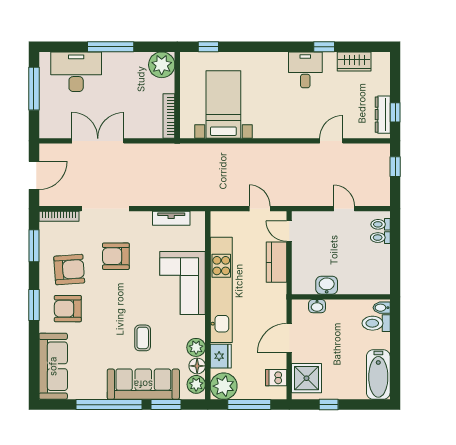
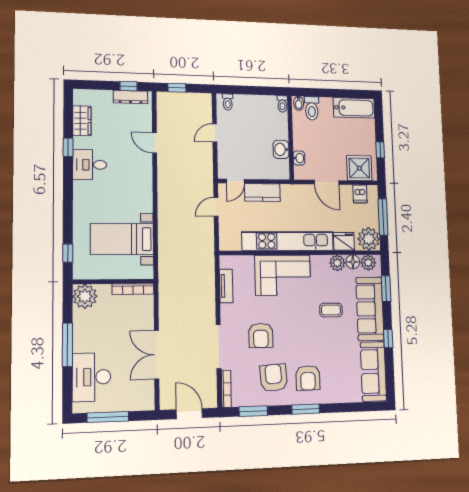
toilet: (380, 238) -> (282, 104), moved
sofa: (53, 366) -> (373, 371), moved, turned -90
window: (109, 405) -> (388, 339), width x0.32

